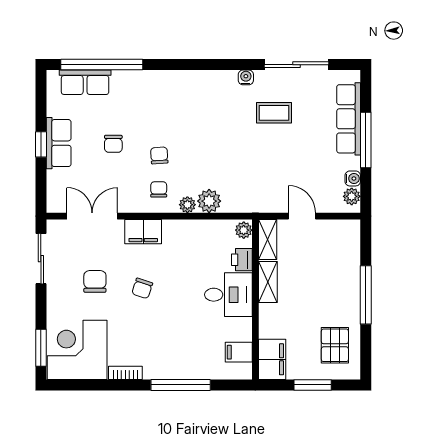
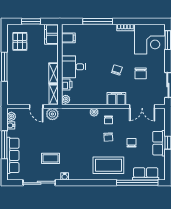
coffee table: (159, 99) -> (108, 165), added
plant: (209, 201) -> (52, 114), moved

